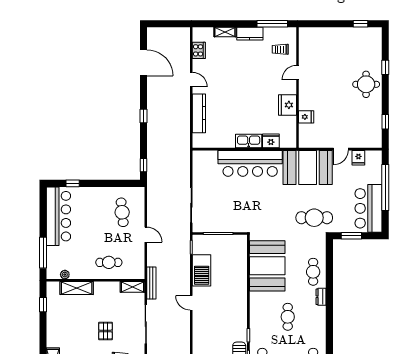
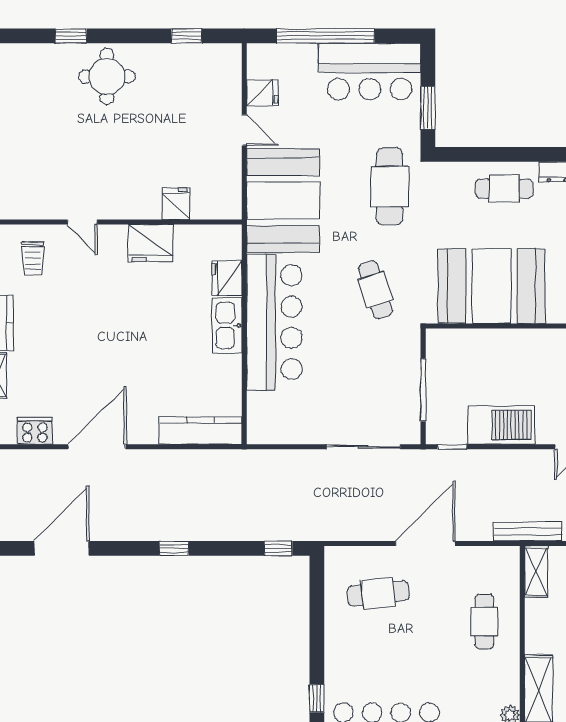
door: (191, 80) -> (97, 447), width x1.88
kitchen counter: (199, 113) -> (201, 431), moved
cafe table: (265, 211) -> (375, 290), added
door: (146, 235) -> (425, 543), width x1.87

